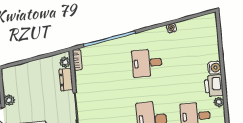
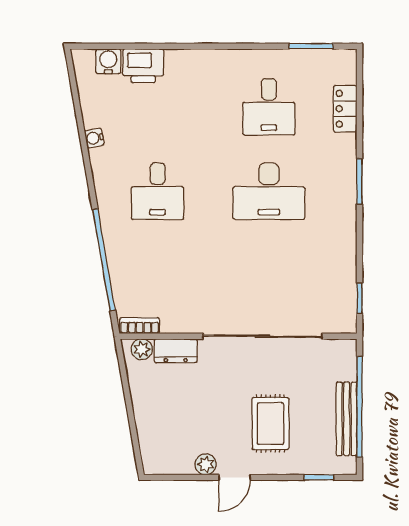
water cooler: (215, 68) -> (108, 61), moved
printer: (214, 86) -> (143, 66), moved
plant: (219, 102) -> (245, 59), removed

